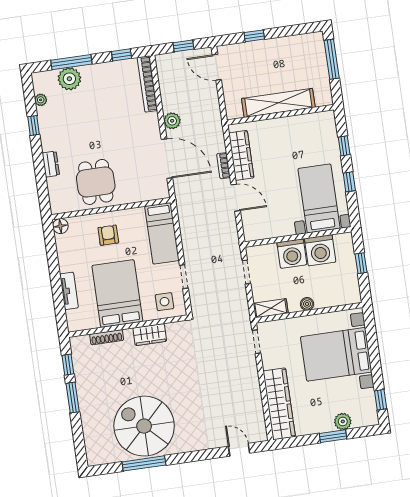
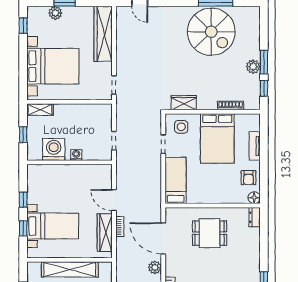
dresser: (51, 164) -> (255, 217), moved
dining table: (96, 182) -> (210, 233), moved, turned 90
bed with nightstands: (319, 198) -> (53, 226), moved, turned -90
armchair: (108, 235) -> (249, 178), moved
washing machine: (292, 254) -> (76, 155), width x0.53, depth x0.53
boiler: (307, 304) -> (70, 109), removed
shelving: (271, 308) -> (40, 110), moved
wardrobe: (150, 335) -> (184, 103), moved
plant: (85, 390) -> (253, 67), added

